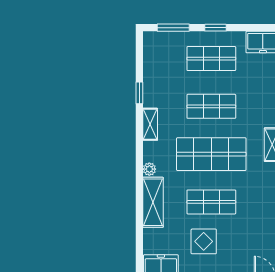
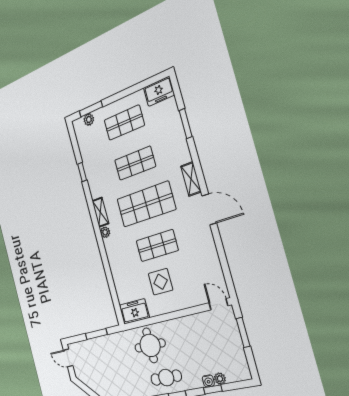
window: (216, 28) -> (120, 95), removed
plant: (167, 38) -> (89, 120), added
shelving: (150, 124) -> (100, 212), moved
shelving: (153, 202) -> (115, 259), removed

